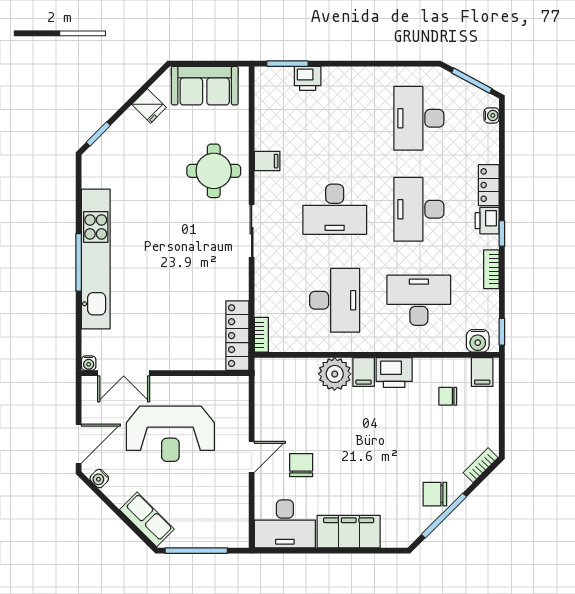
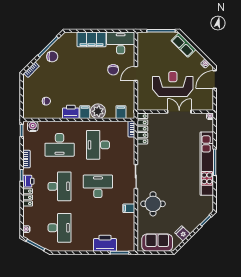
printer: (308, 78) -> (105, 243), width x1.87, depth x1.48
filing cabinet: (482, 372) -> (121, 112), moved
double door: (124, 373) -> (179, 112), moved

